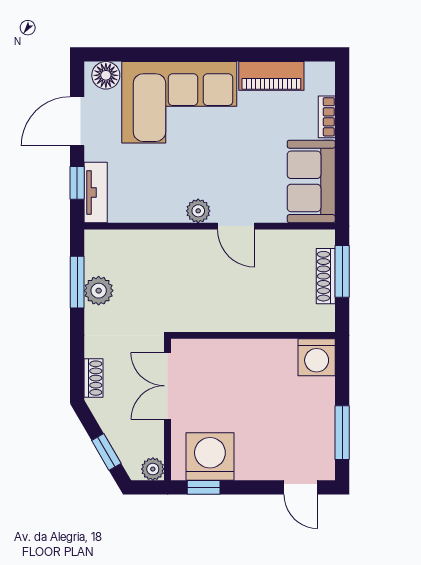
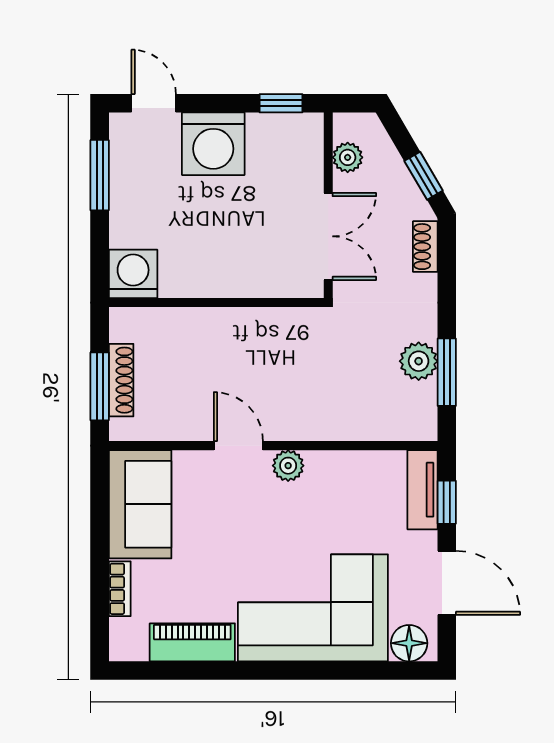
door: (77, 121) -> (447, 583), hinge flipped
window: (106, 452) -> (424, 176), moved
washing machine: (210, 457) -> (213, 144), moved
plant: (153, 469) -> (348, 157), moved

